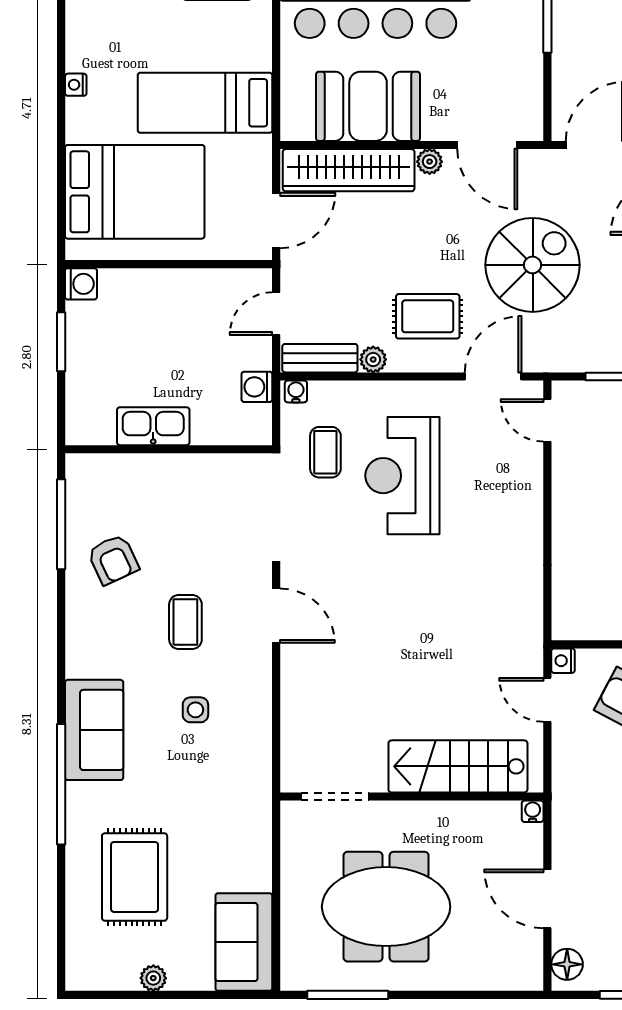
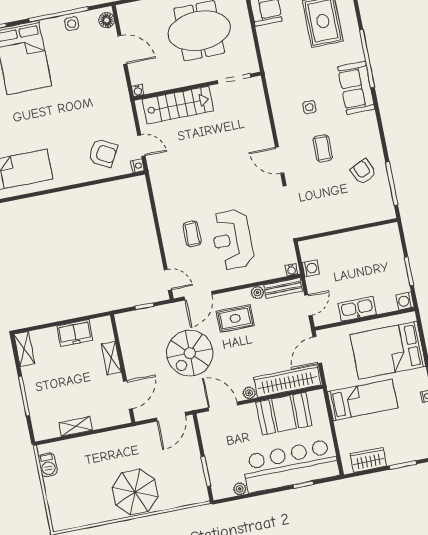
kitchen sink: (153, 426) -> (357, 309), moved, turned 180
coffee table: (325, 452) -> (192, 234), moved
reception desk: (402, 476) -> (232, 239), turned 180

